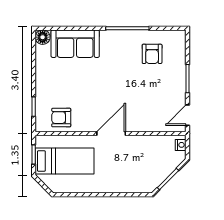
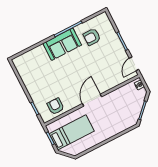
floor lamp: (43, 37) -> (18, 62), removed
sofa: (75, 44) -> (62, 44), moved
armchair: (152, 54) -> (92, 37), turned 90
armchair: (61, 118) -> (56, 106), turned 90

